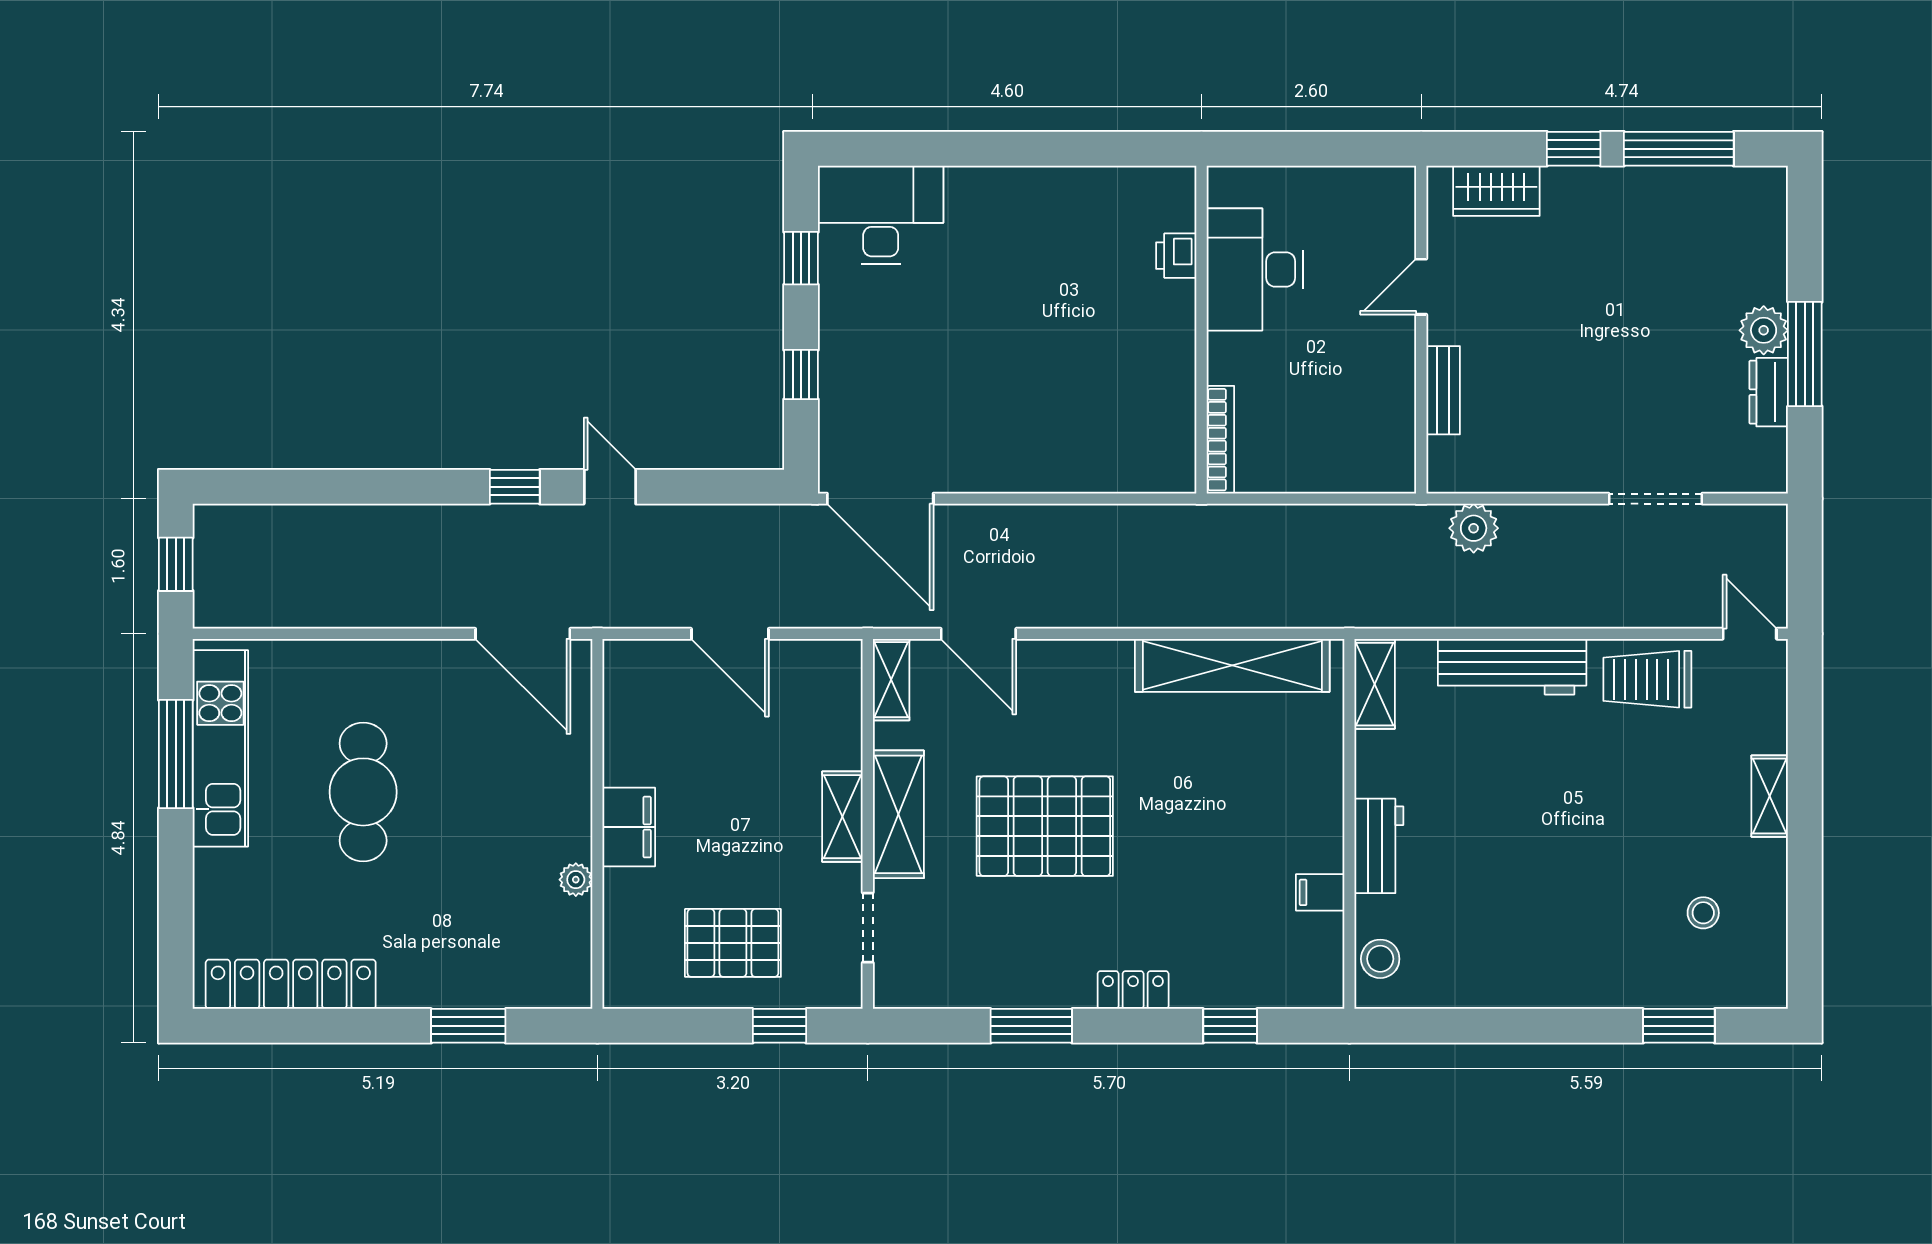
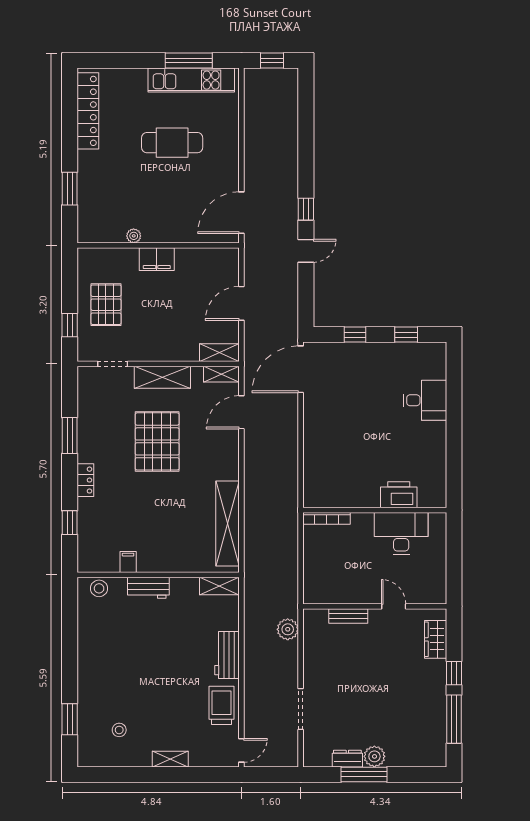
desk: (881, 215) -> (425, 400), moved, width x0.73
printer: (1176, 256) -> (399, 495), width x1.87, depth x1.48
workbench: (1512, 667) -> (227, 655), width x0.73
shelving: (842, 817) -> (219, 353), moved

